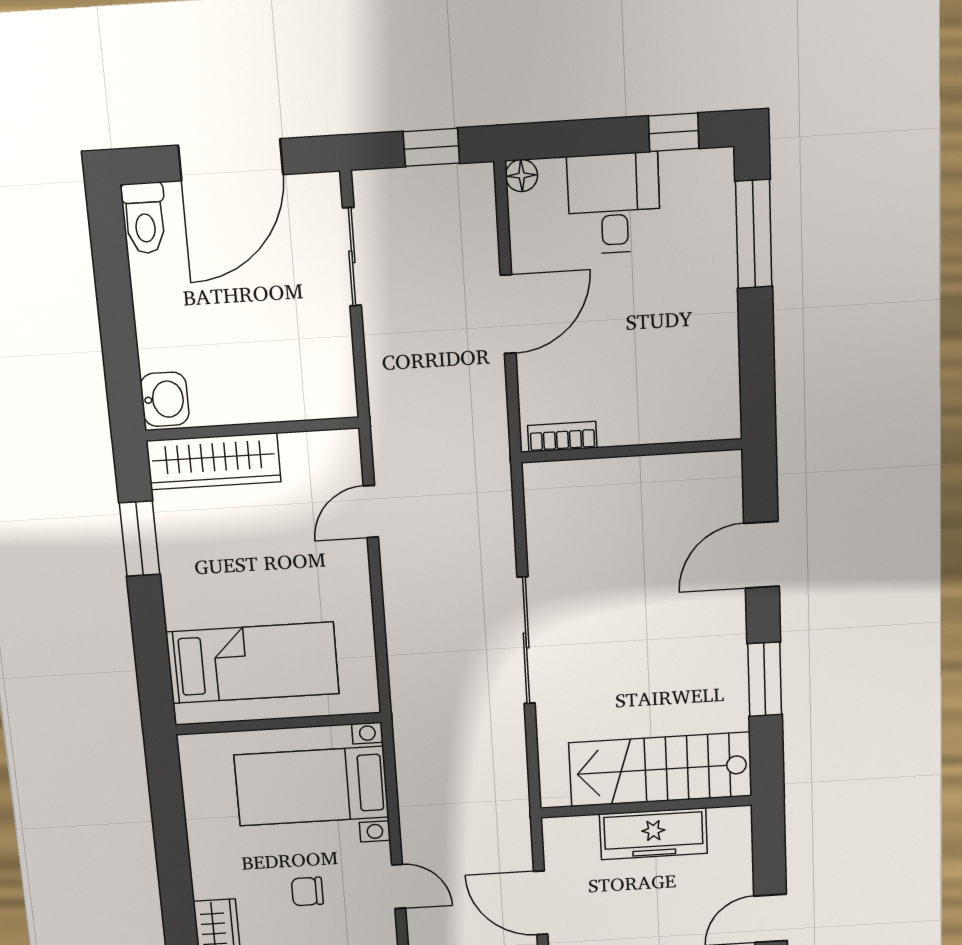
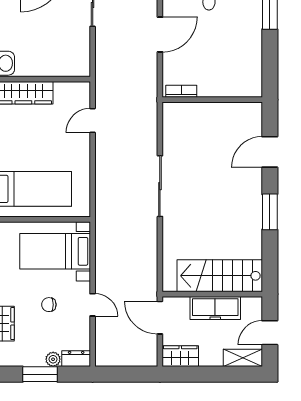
stairs: (661, 769) -> (220, 276), moved
wall: (646, 807) -> (212, 294), moved
freezer: (654, 834) -> (215, 308), moved

